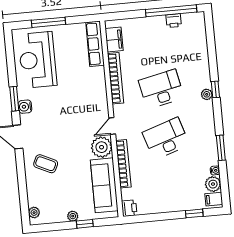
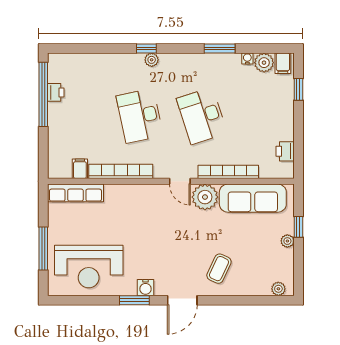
filing cabinet: (114, 40) -> (80, 169), width x0.50
printer: (129, 208) -> (285, 151), moved, turned -90

